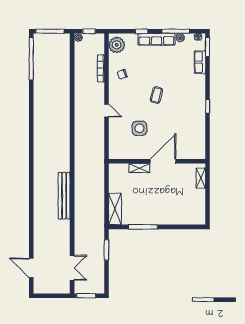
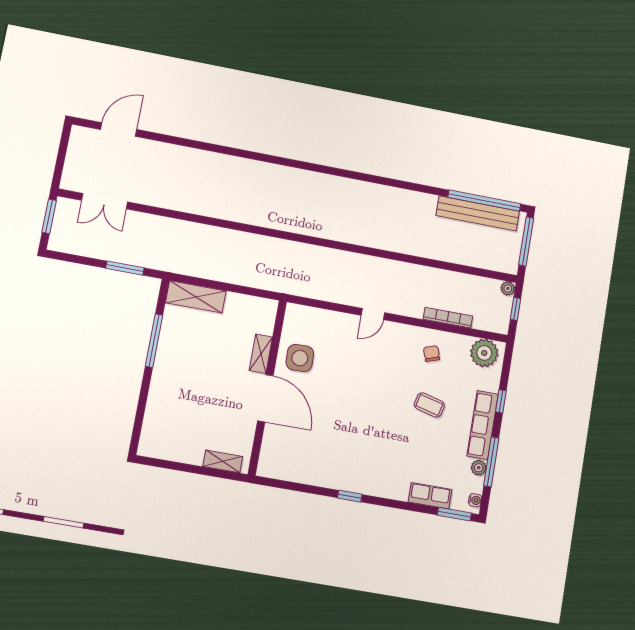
coffee table: (157, 95) -> (429, 405), moved
side table: (139, 128) -> (300, 358), moved
bench: (64, 196) -> (478, 213), moved

